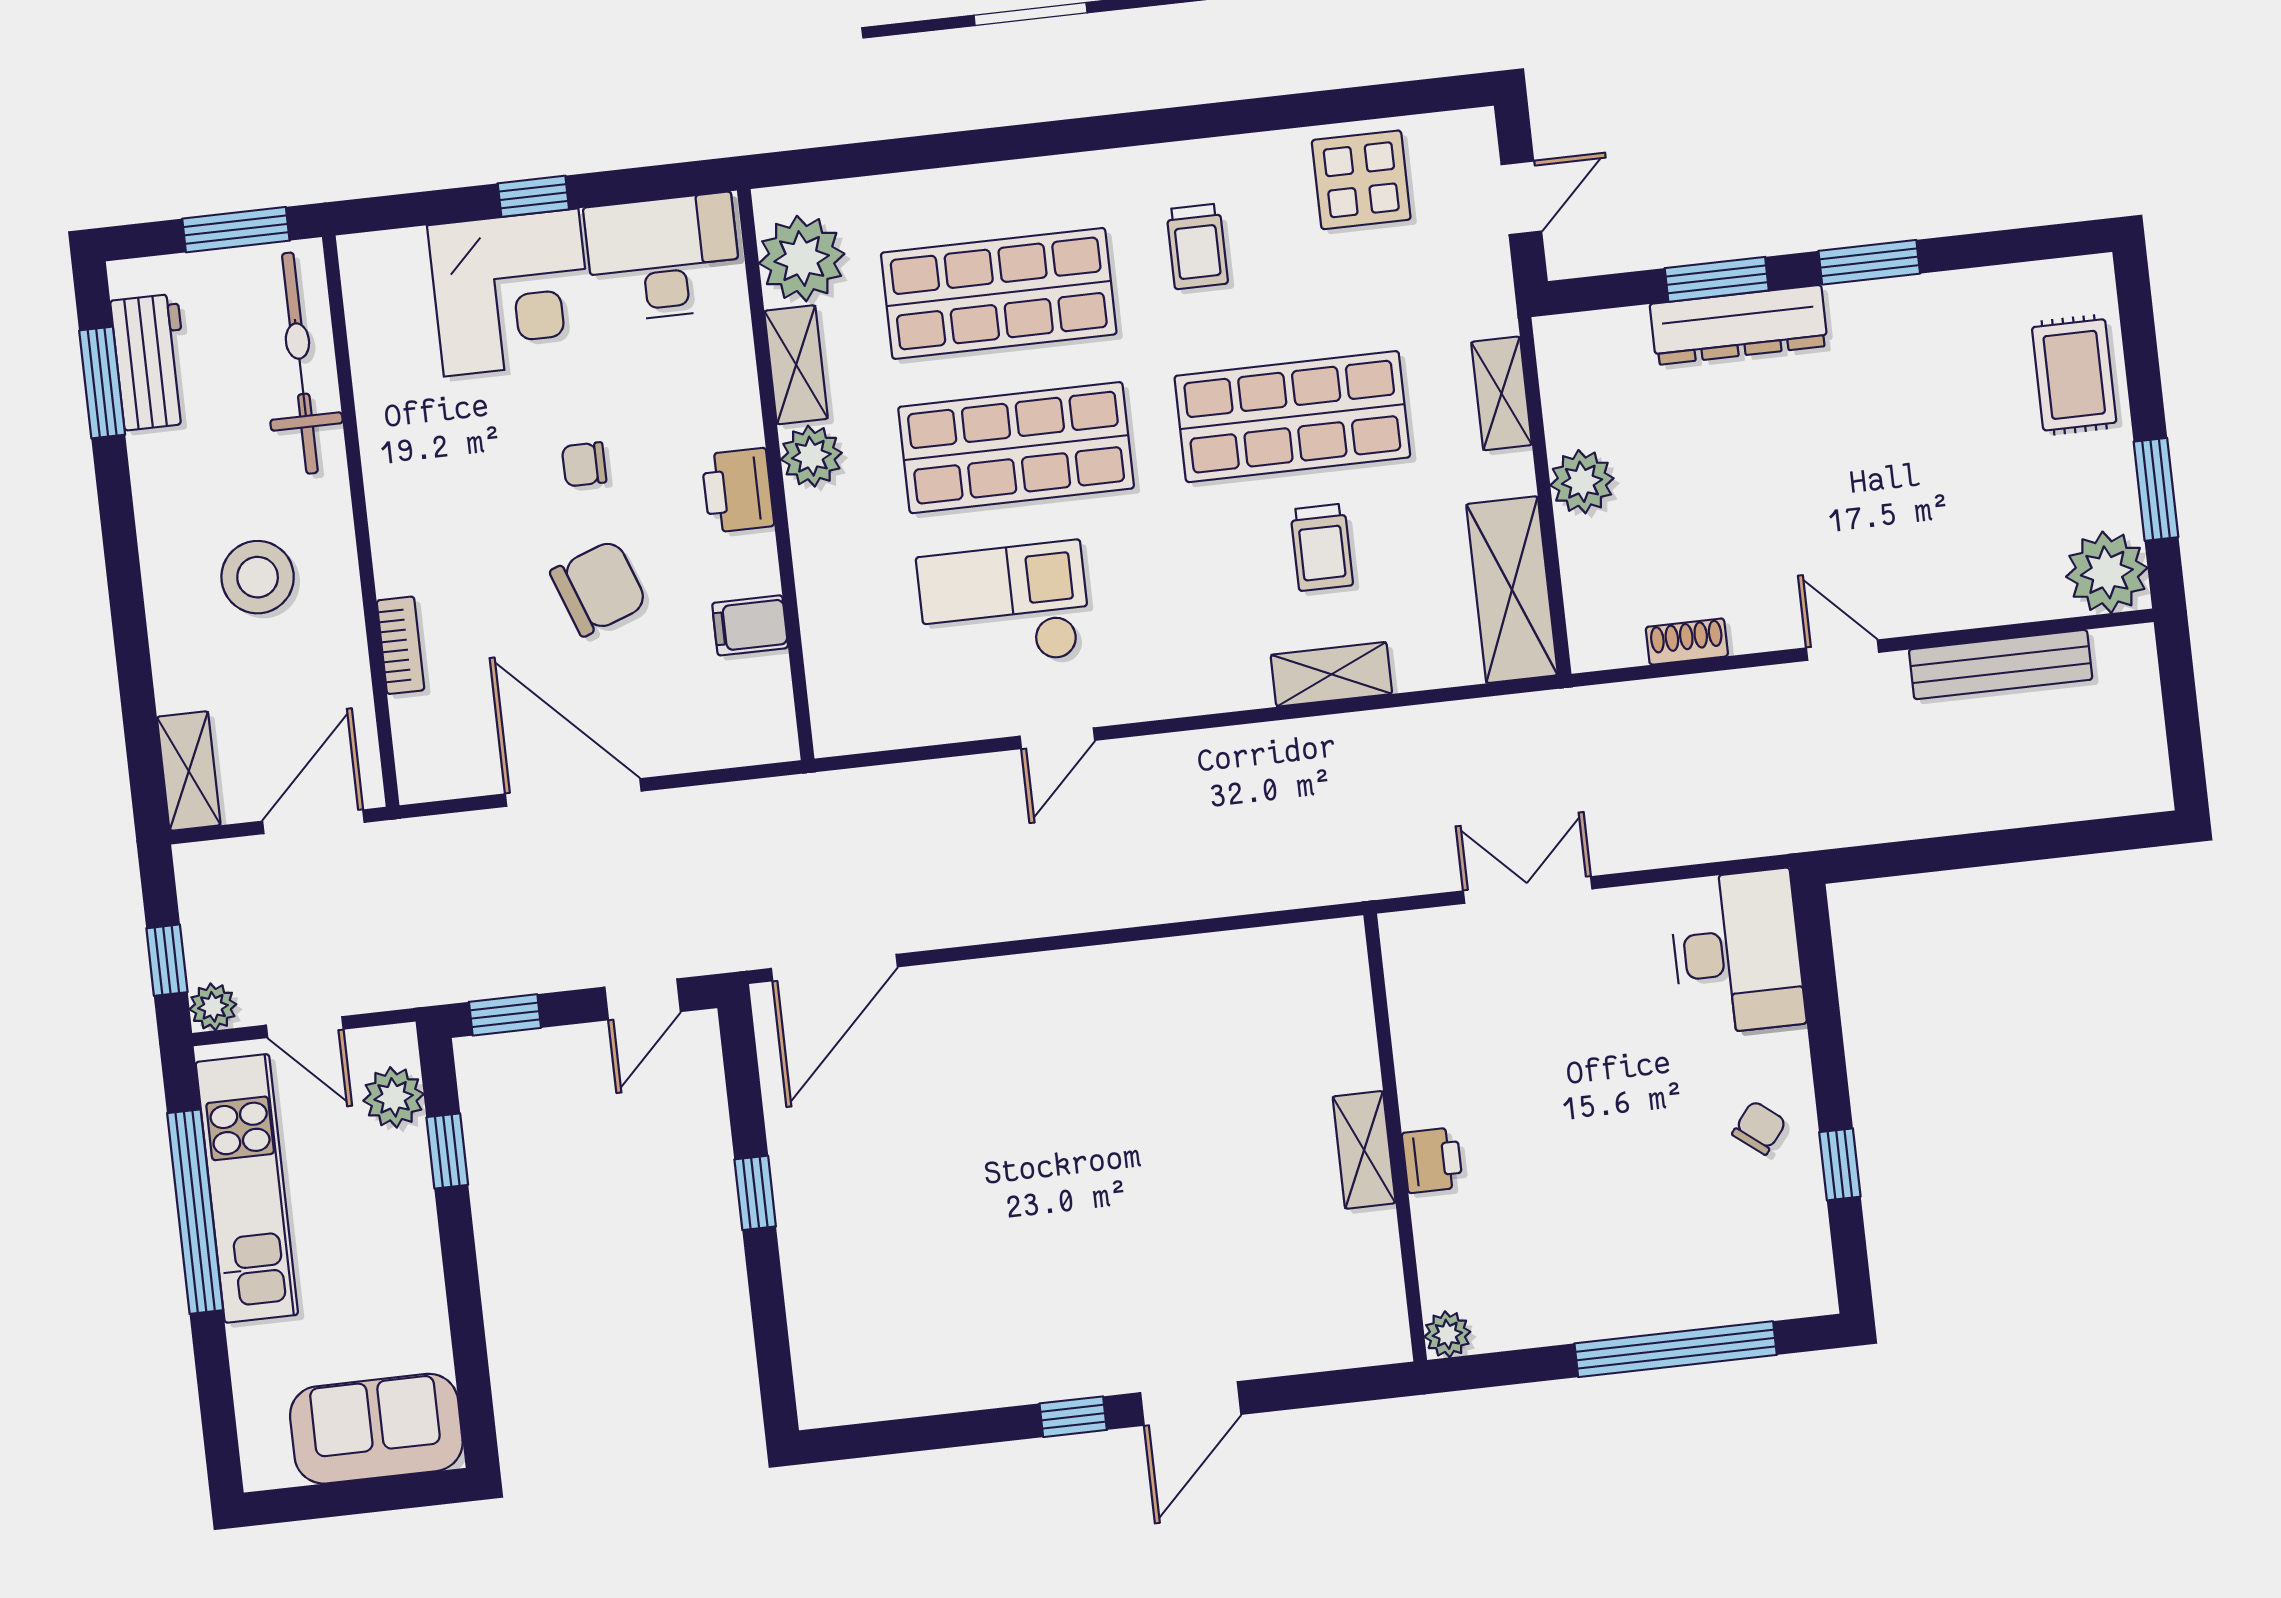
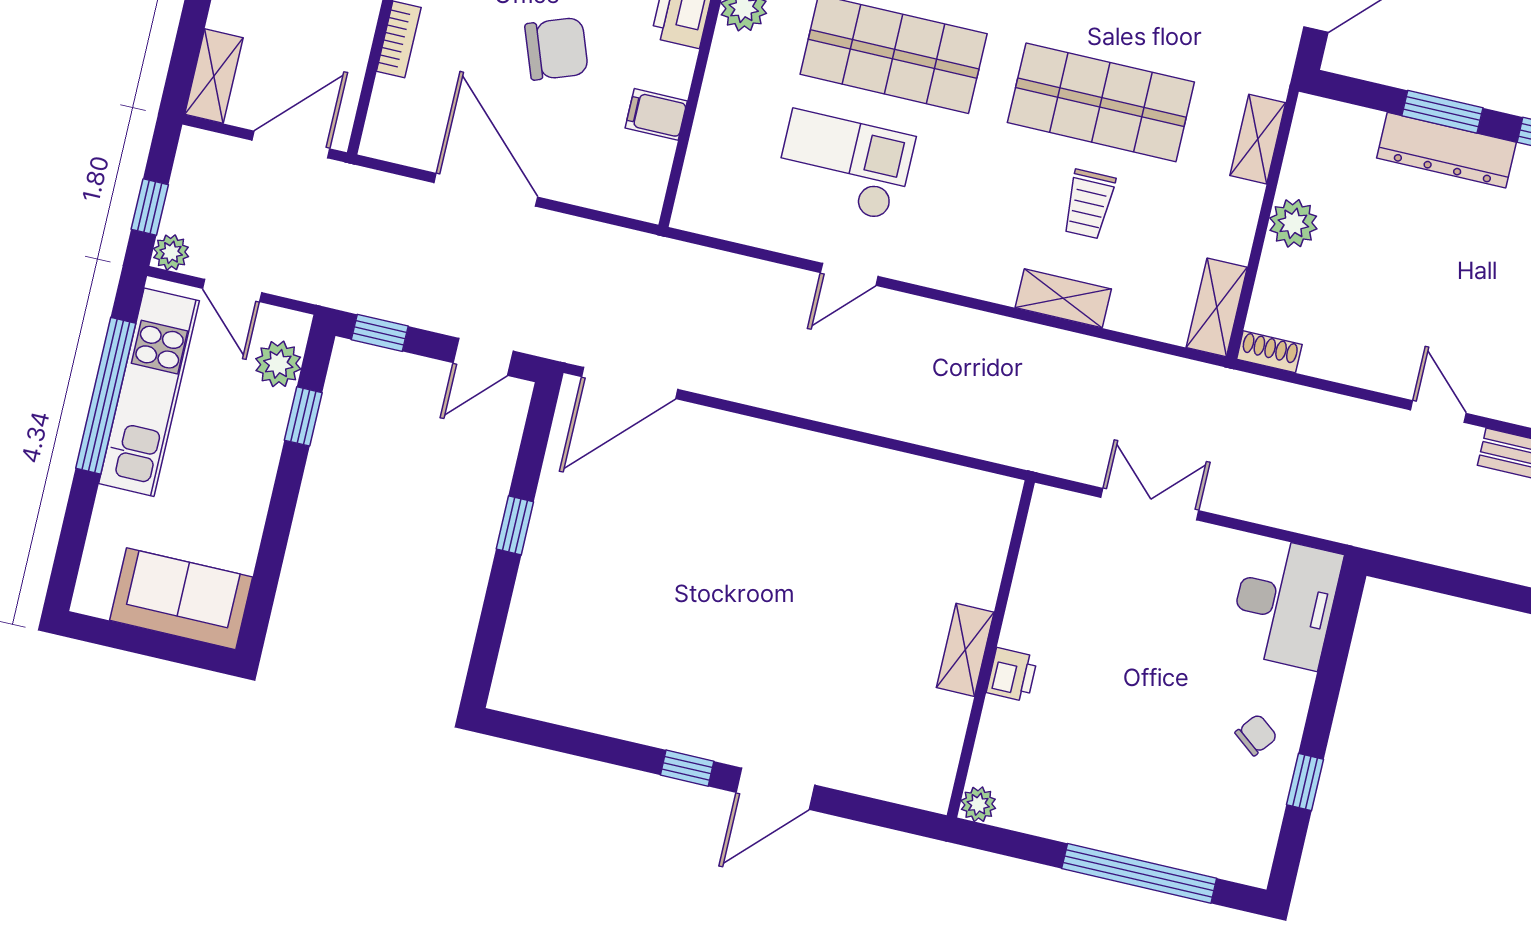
shelving: (1512, 590) -> (1217, 307), width x0.67, depth x0.75
shoe rack: (1687, 642) -> (1269, 352), moved

